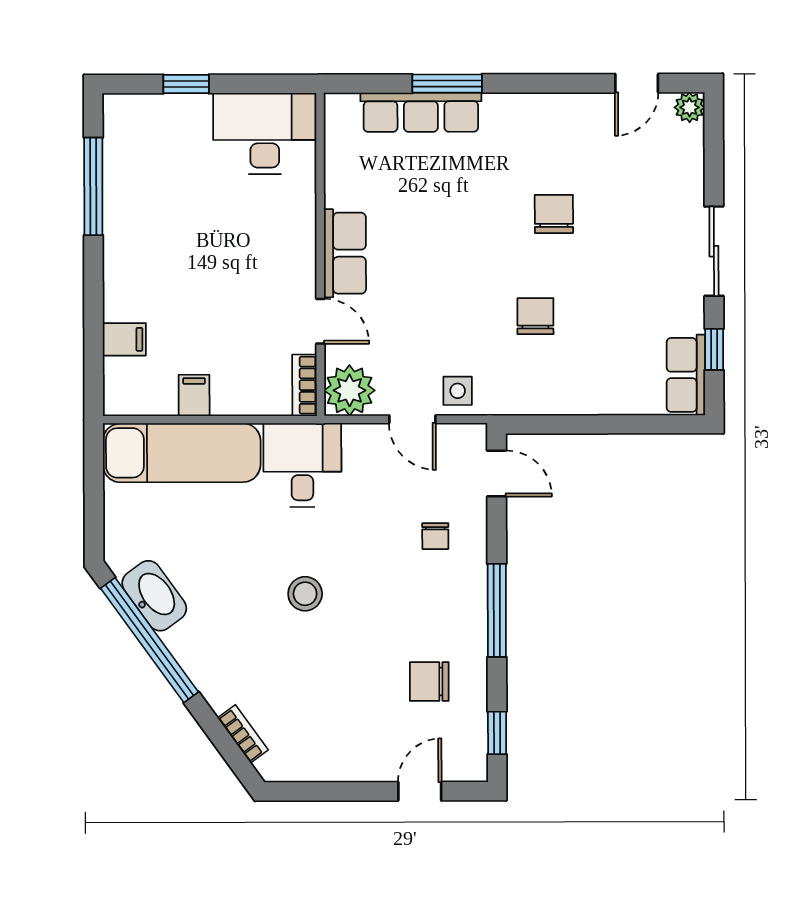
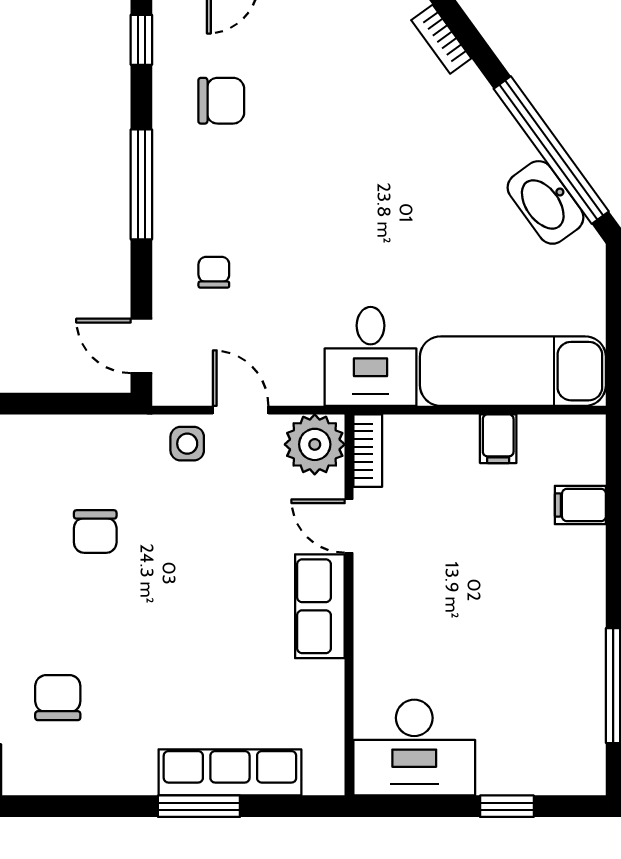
chair: (554, 214) -> (58, 698), moved, turned 180
stool: (305, 594) -> (368, 204), removed

